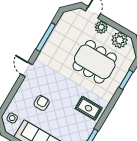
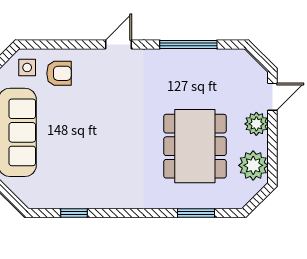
armchair: (42, 103) -> (59, 73), moved
rug: (89, 108) -> (115, 180), removed

